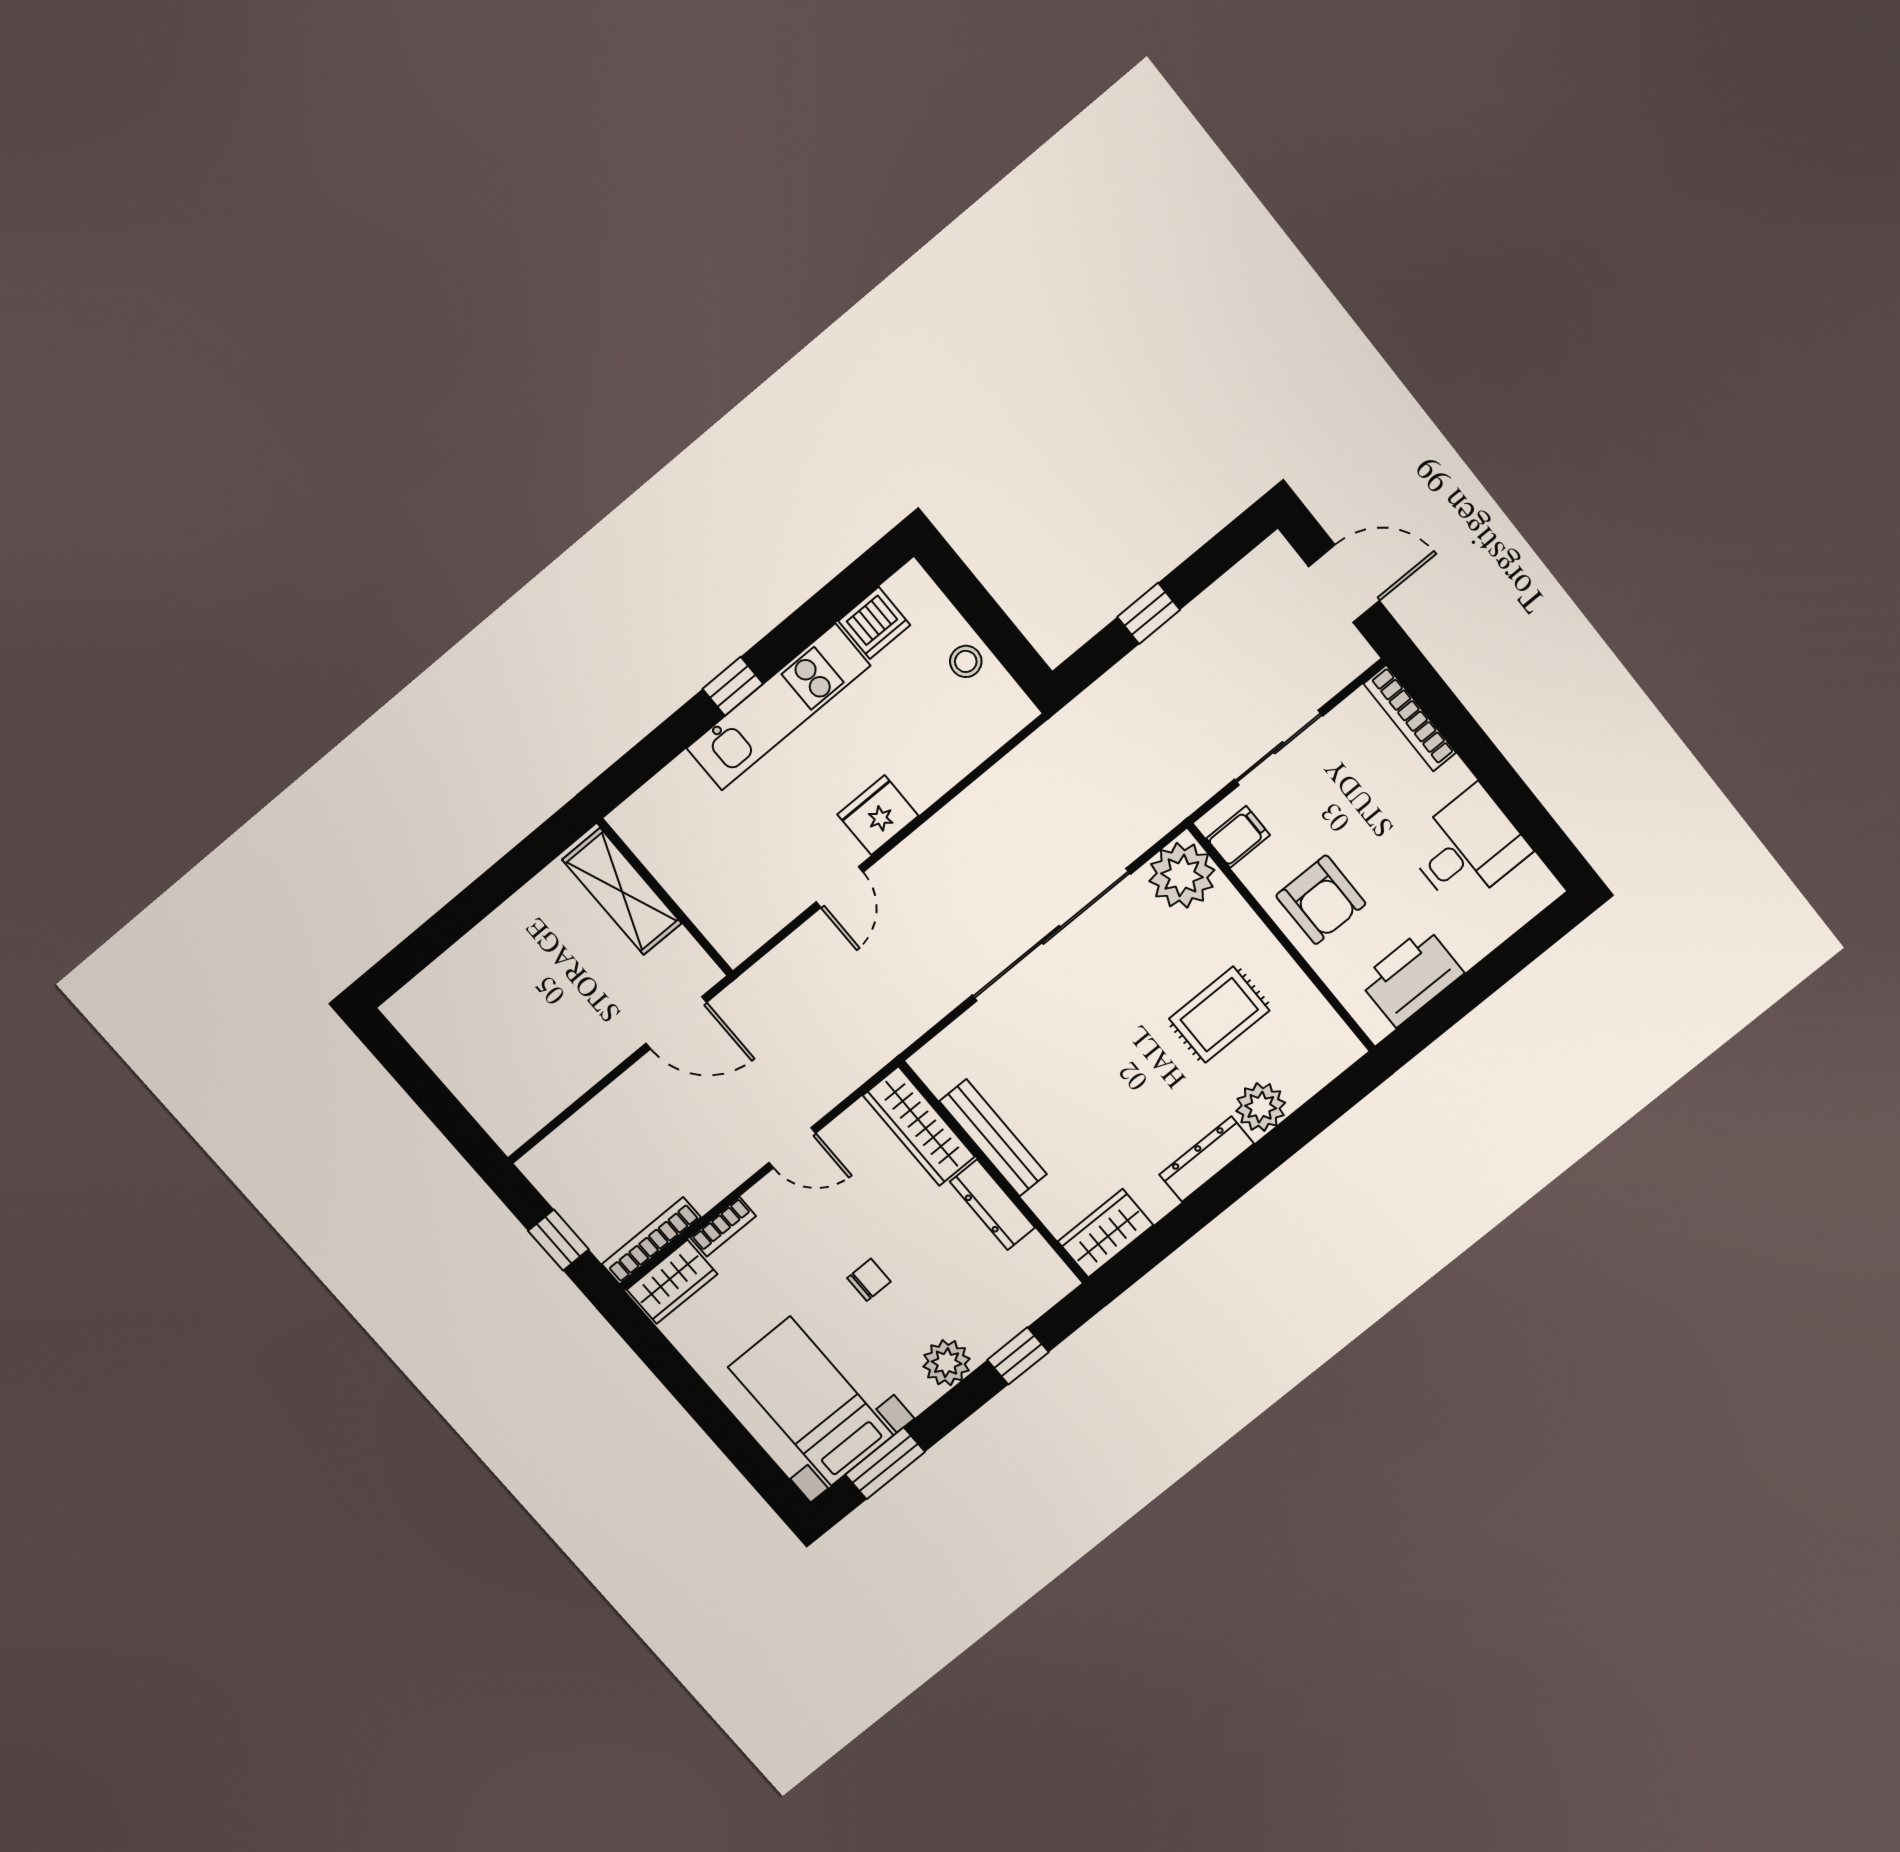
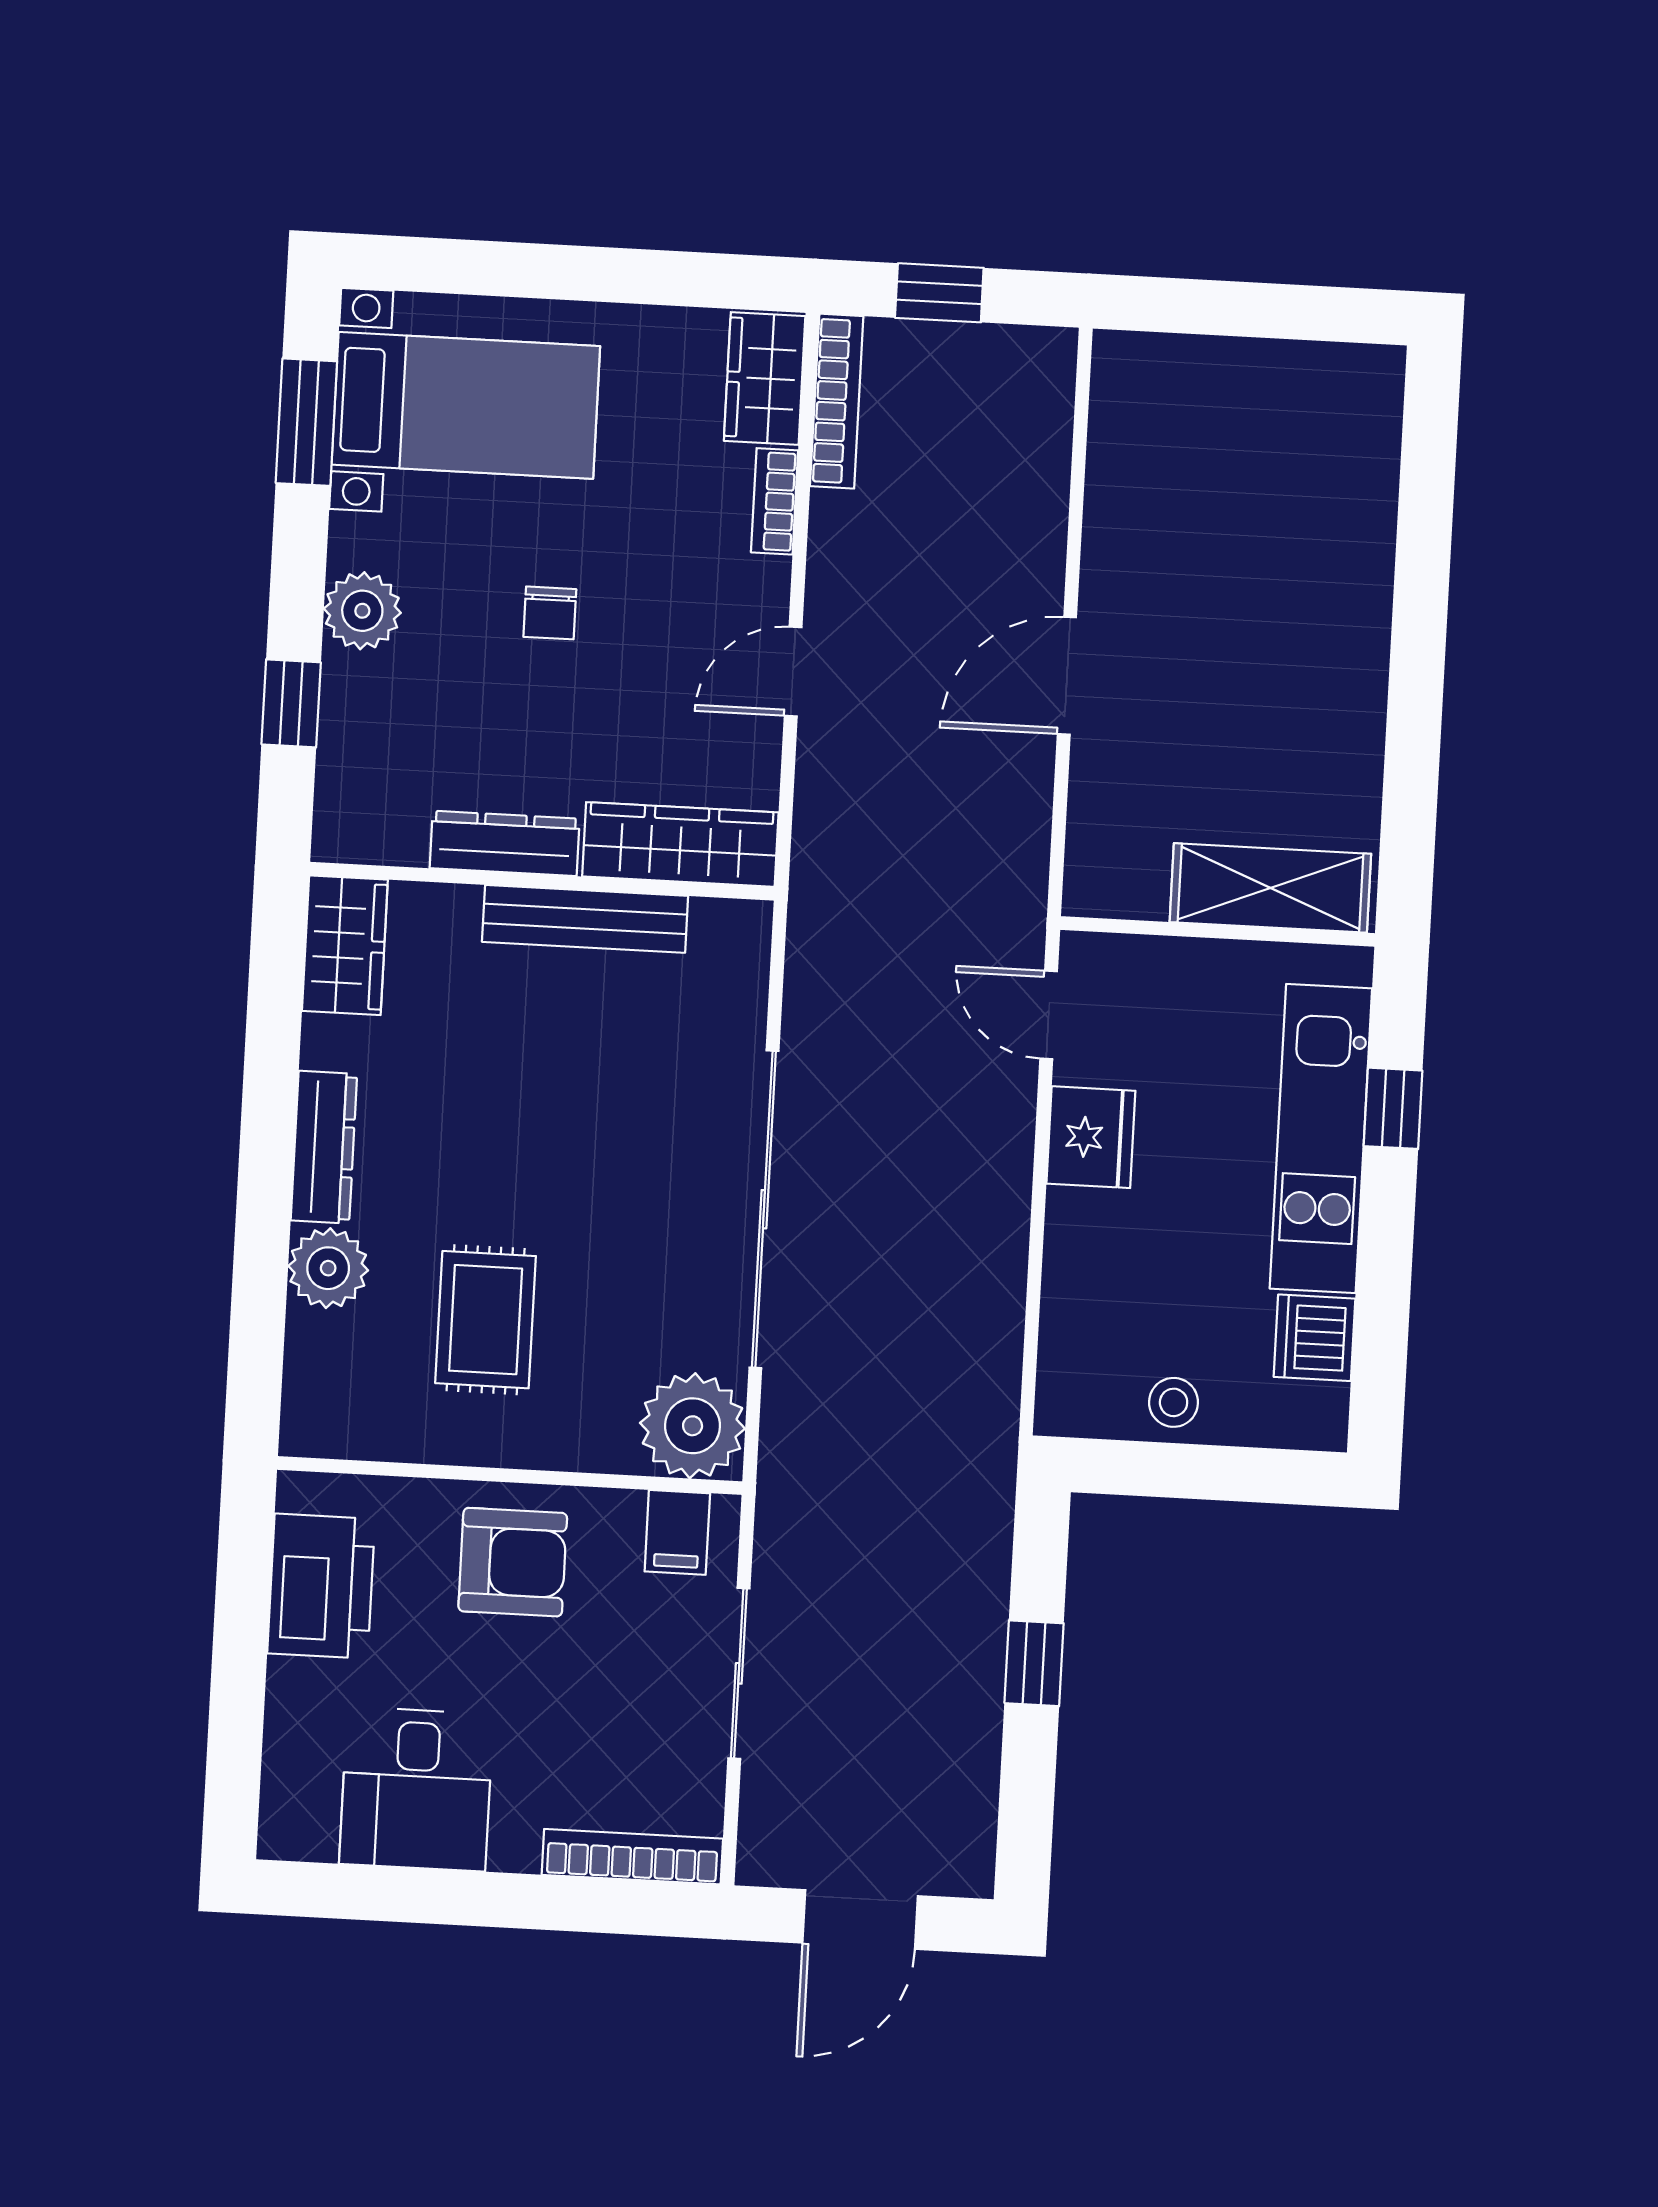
shelving: (622, 892) -> (1270, 888), moved
wall: (665, 897) -> (1218, 931), moved
armchair: (1321, 900) -> (513, 1562), turned 180

